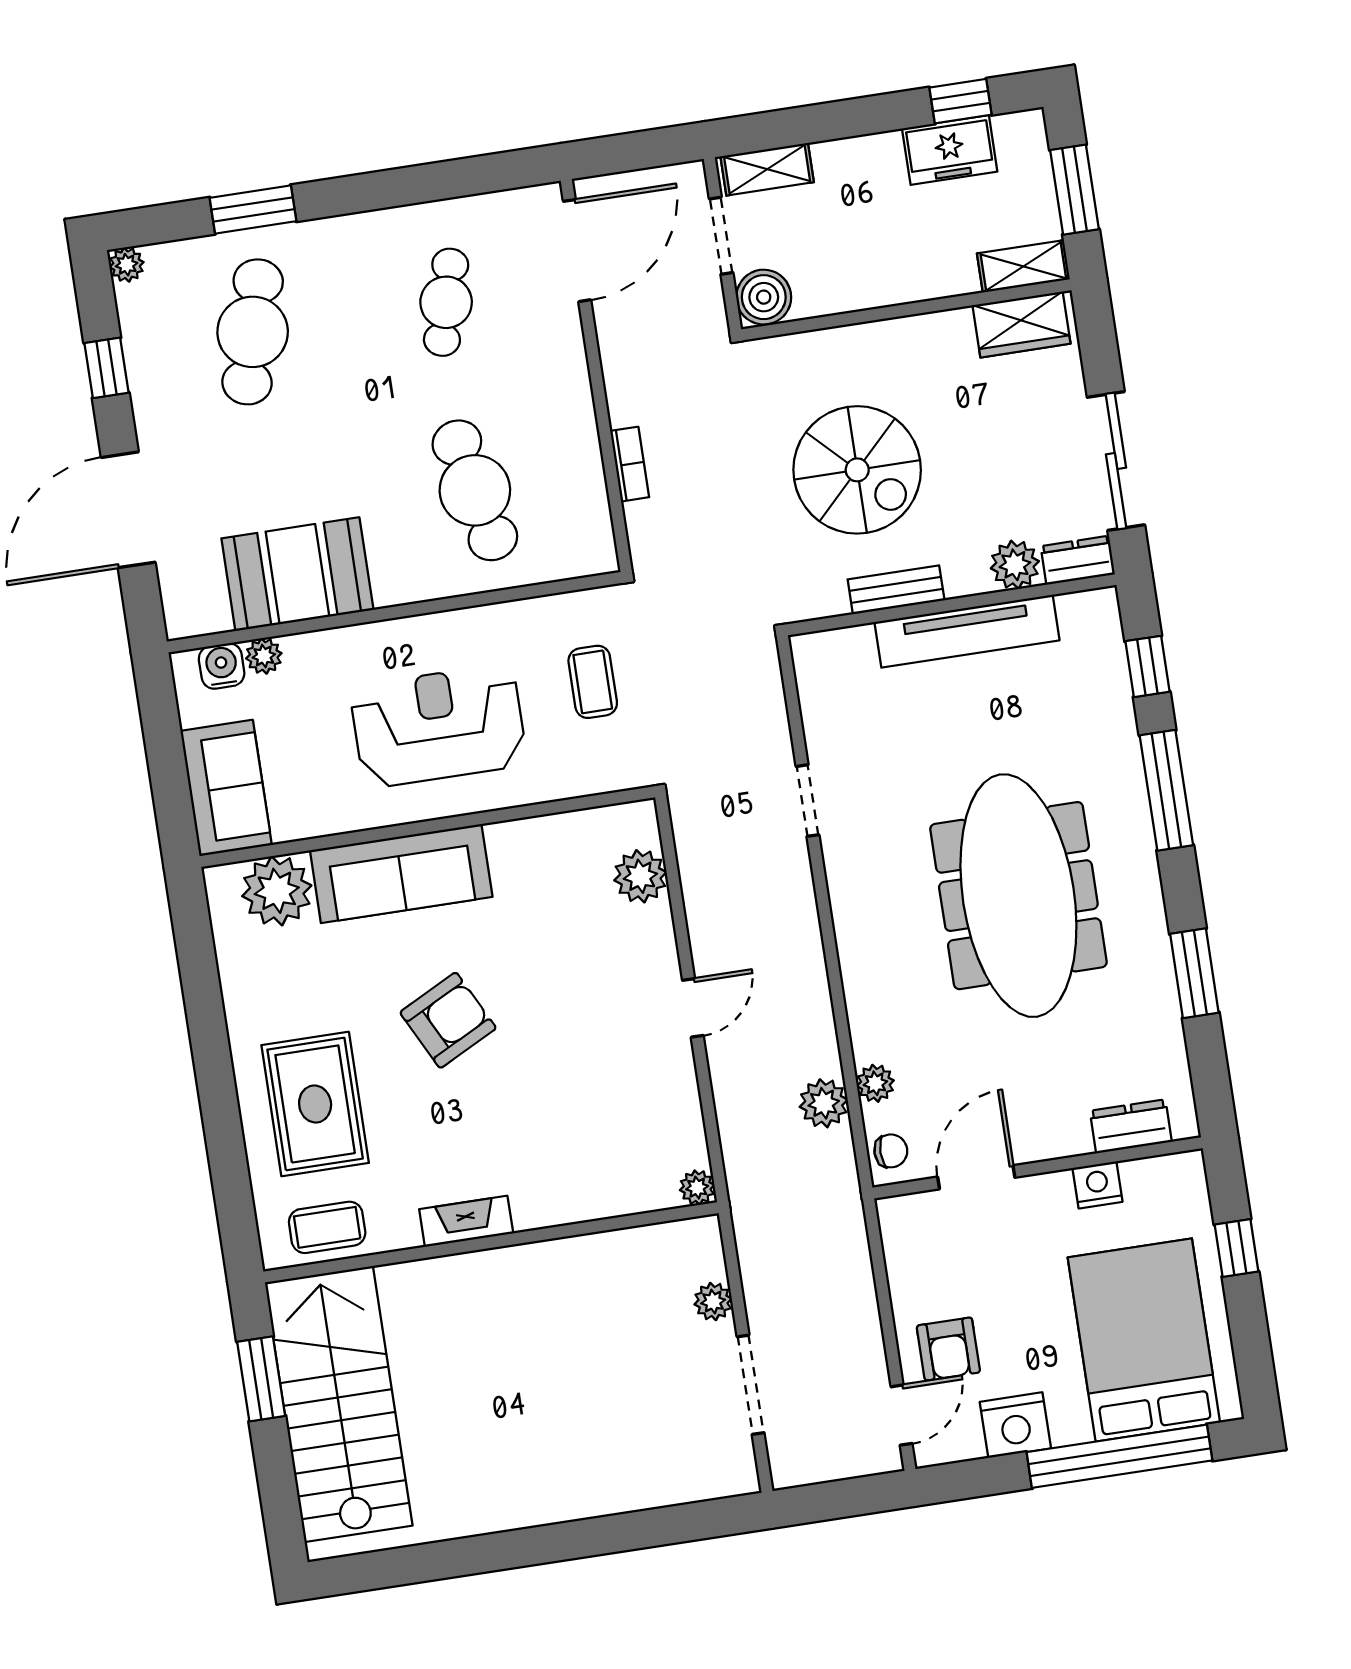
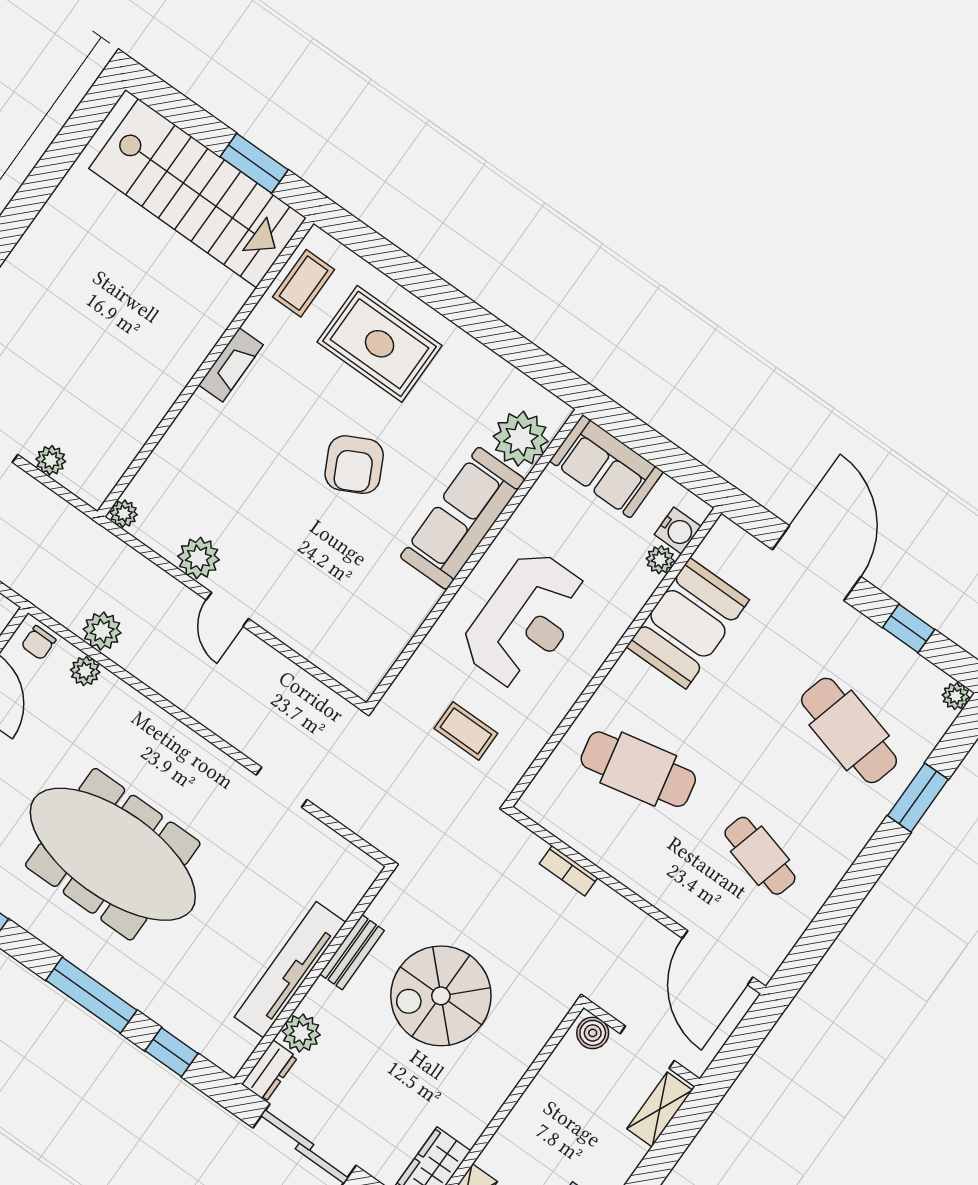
boiler: (764, 297) -> (593, 1033), width x0.73, depth x0.73
plant: (640, 876) -> (199, 558), moved

